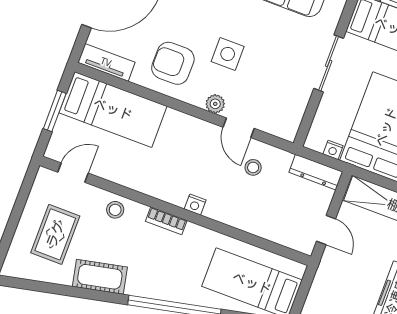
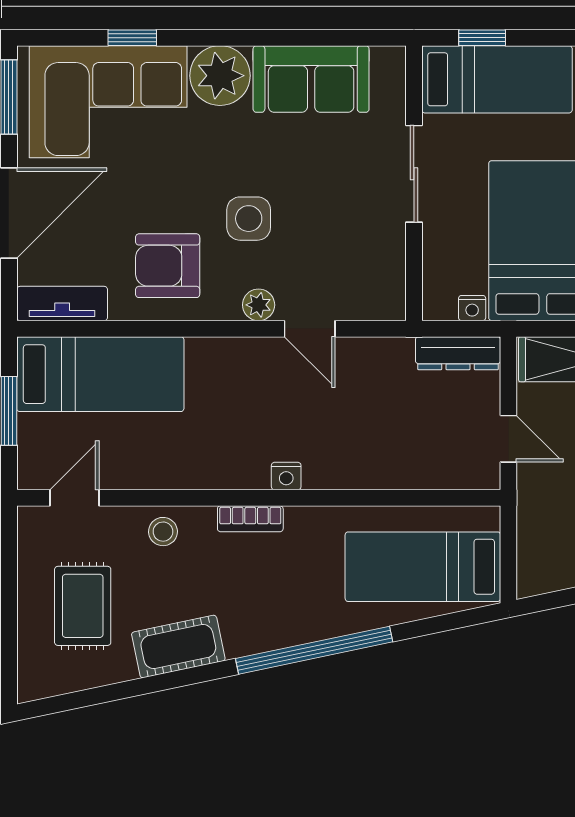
stool: (253, 167) -> (356, 383), removed

